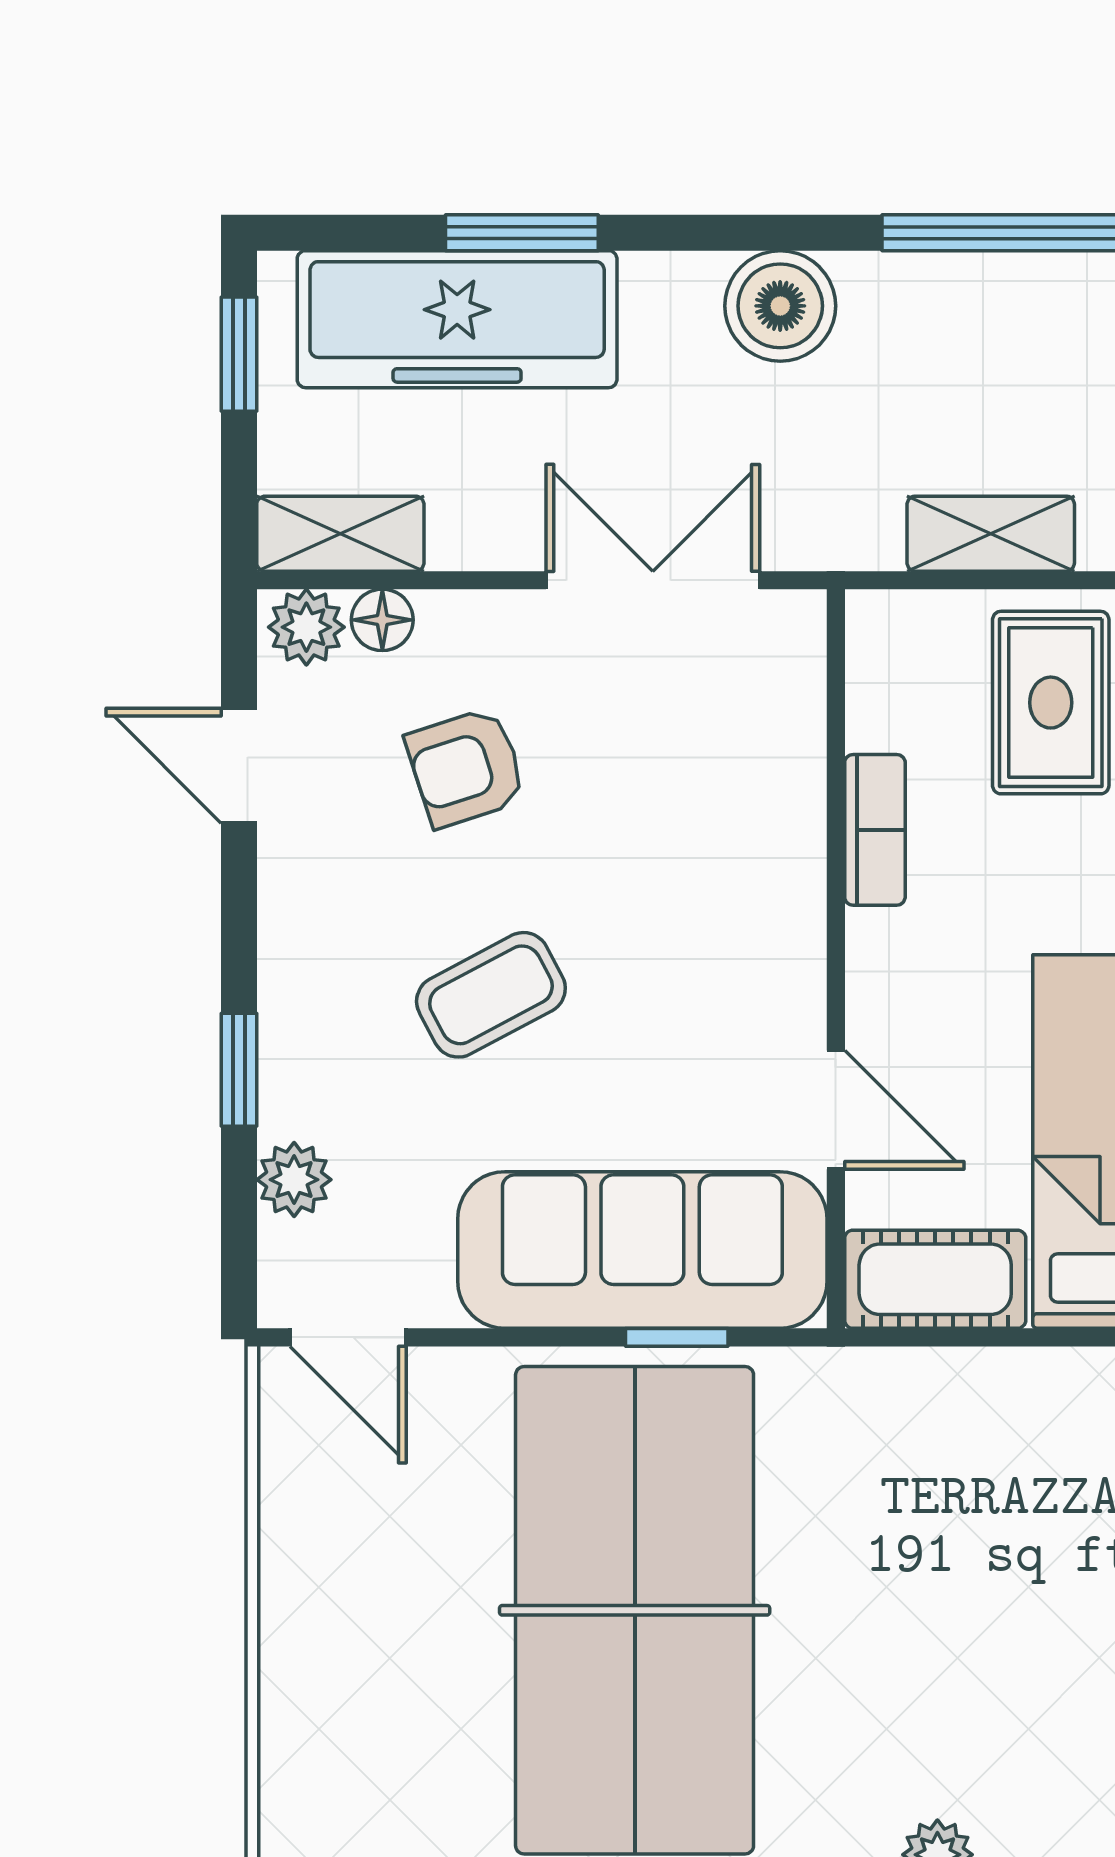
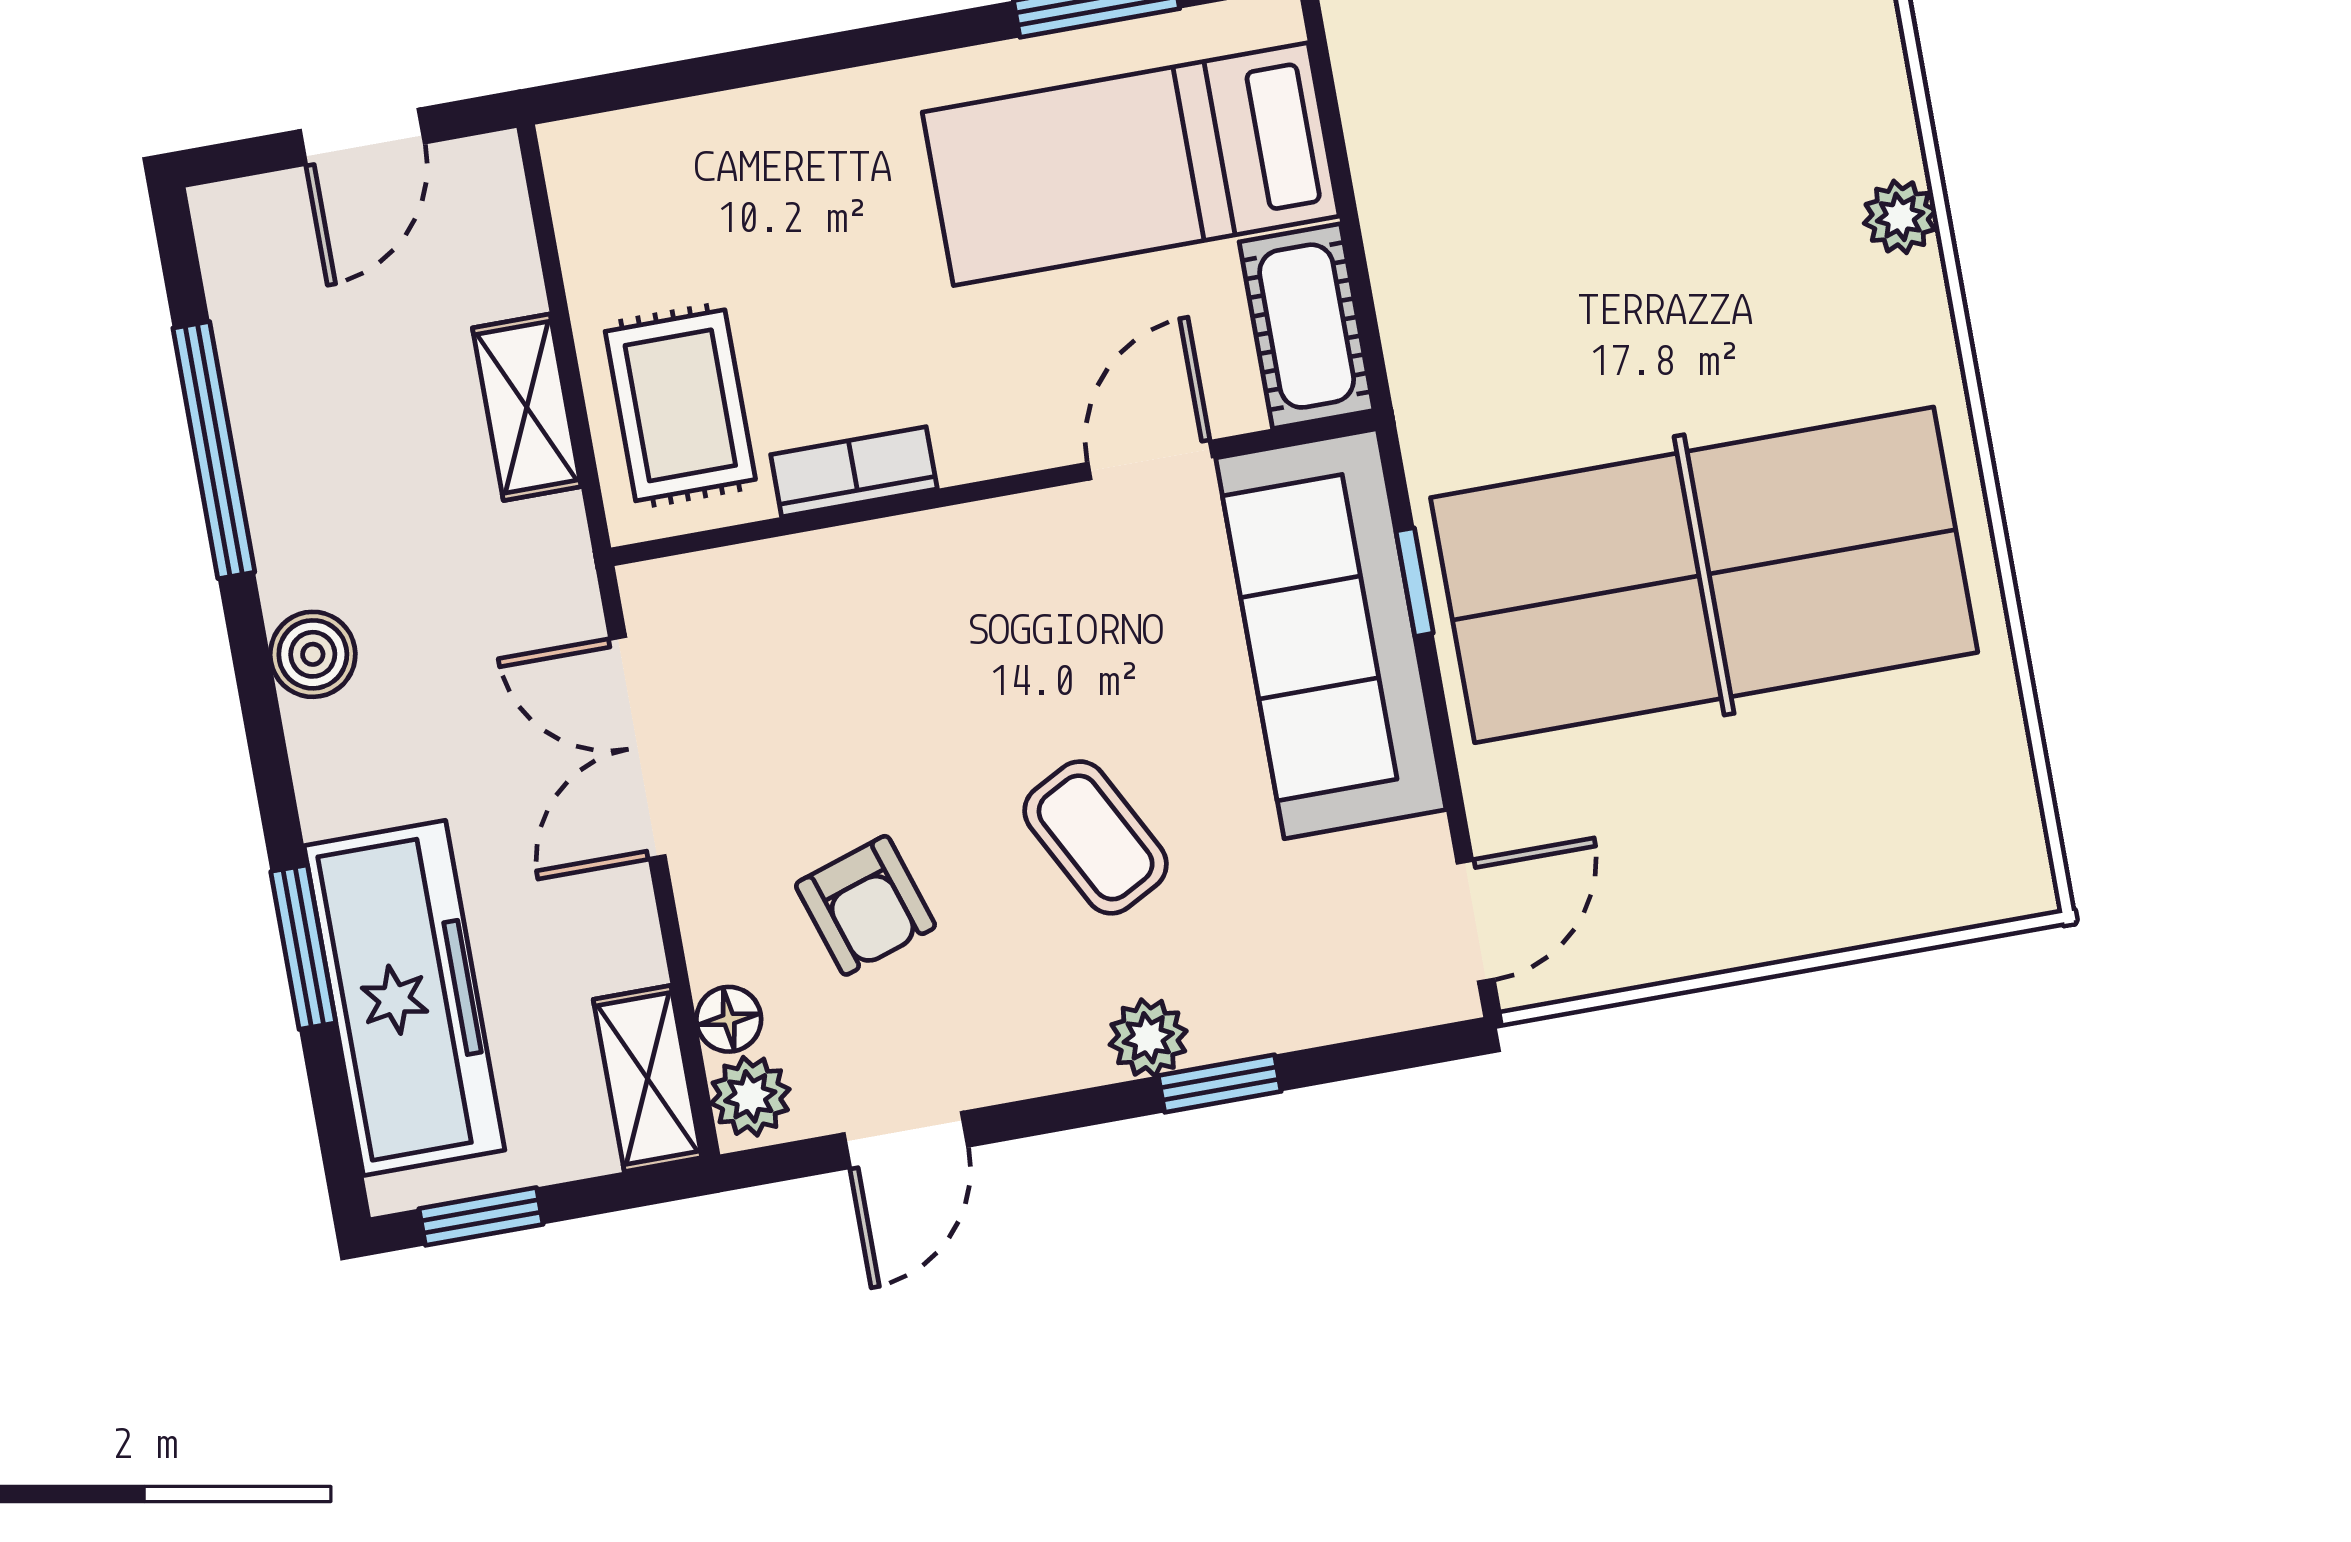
boiler: (780, 306) -> (313, 654), width x0.73, depth x0.73
rug: (1051, 703) -> (680, 405), moved, turned 90
plant: (294, 1180) -> (1148, 1038), moved

